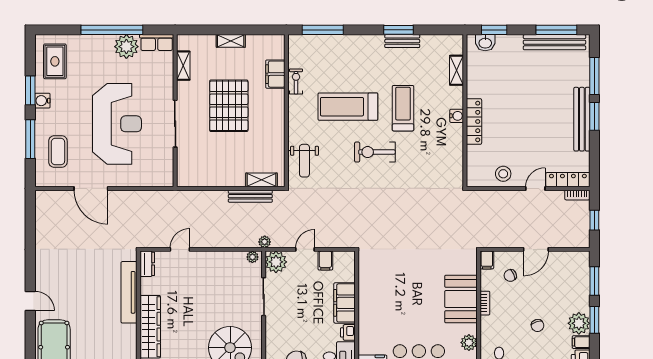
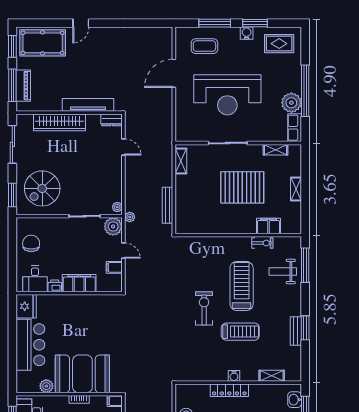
weight bench: (304, 161) -> (283, 272), moved
shelving: (261, 180) -> (181, 161), moved
booth: (461, 299) -> (82, 374), width x1.36, depth x1.42

